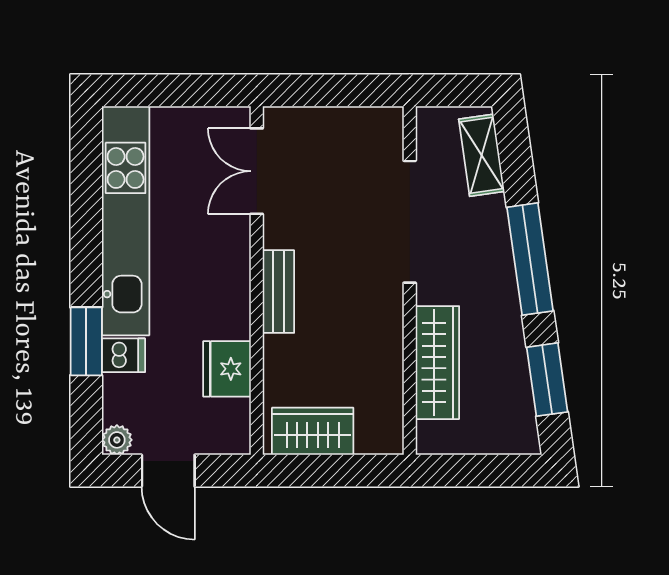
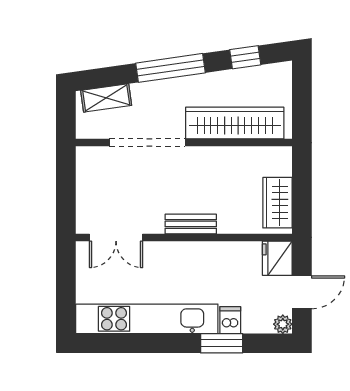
wardrobe: (437, 363) -> (235, 123), width x1.40, depth x1.17
fridge: (227, 369) -> (277, 258), moved, turned 90
window: (547, 380) -> (245, 57), width x0.67

